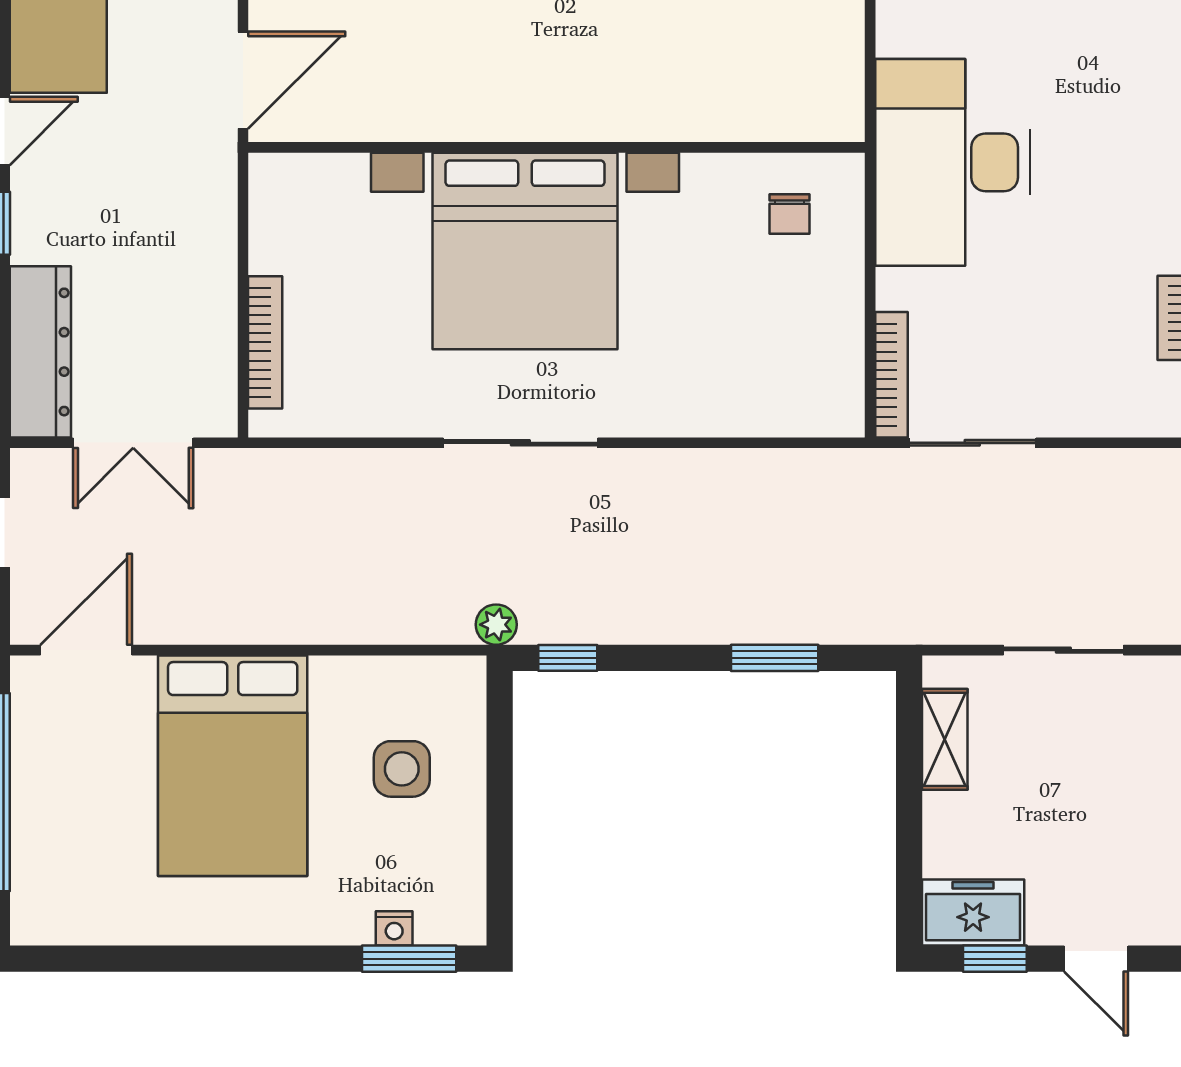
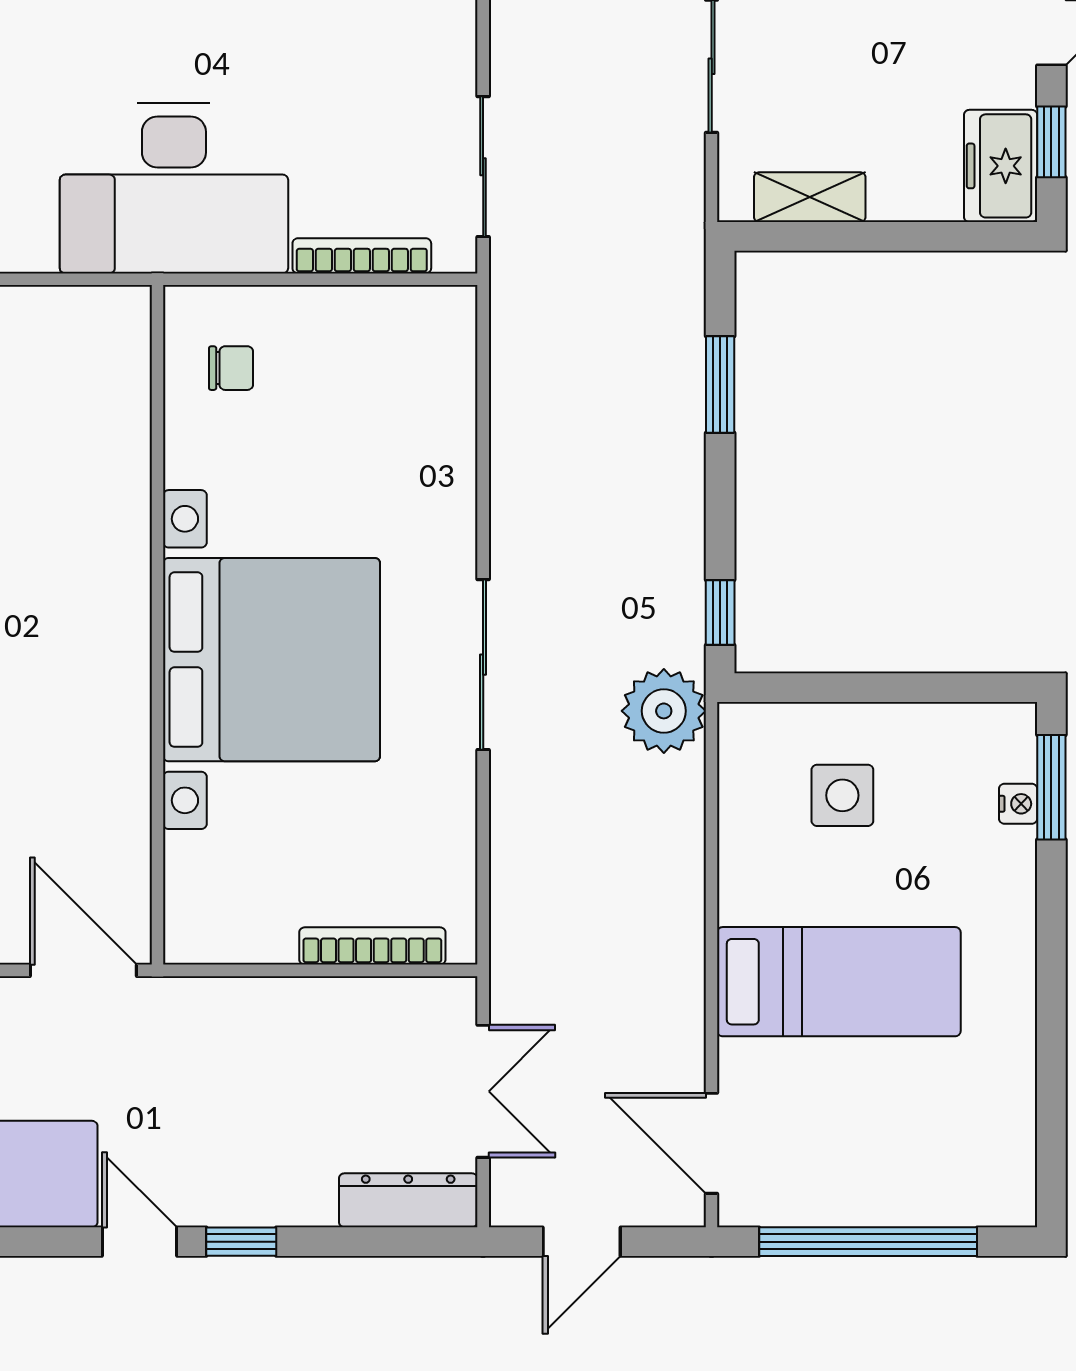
dresser: (40, 352) -> (408, 1200), width x0.73, depth x0.80
bookcase: (891, 375) -> (362, 256), moved
plant: (496, 625) -> (664, 711), width x1.88, depth x1.88
bed: (233, 766) -> (839, 982), width x0.67

